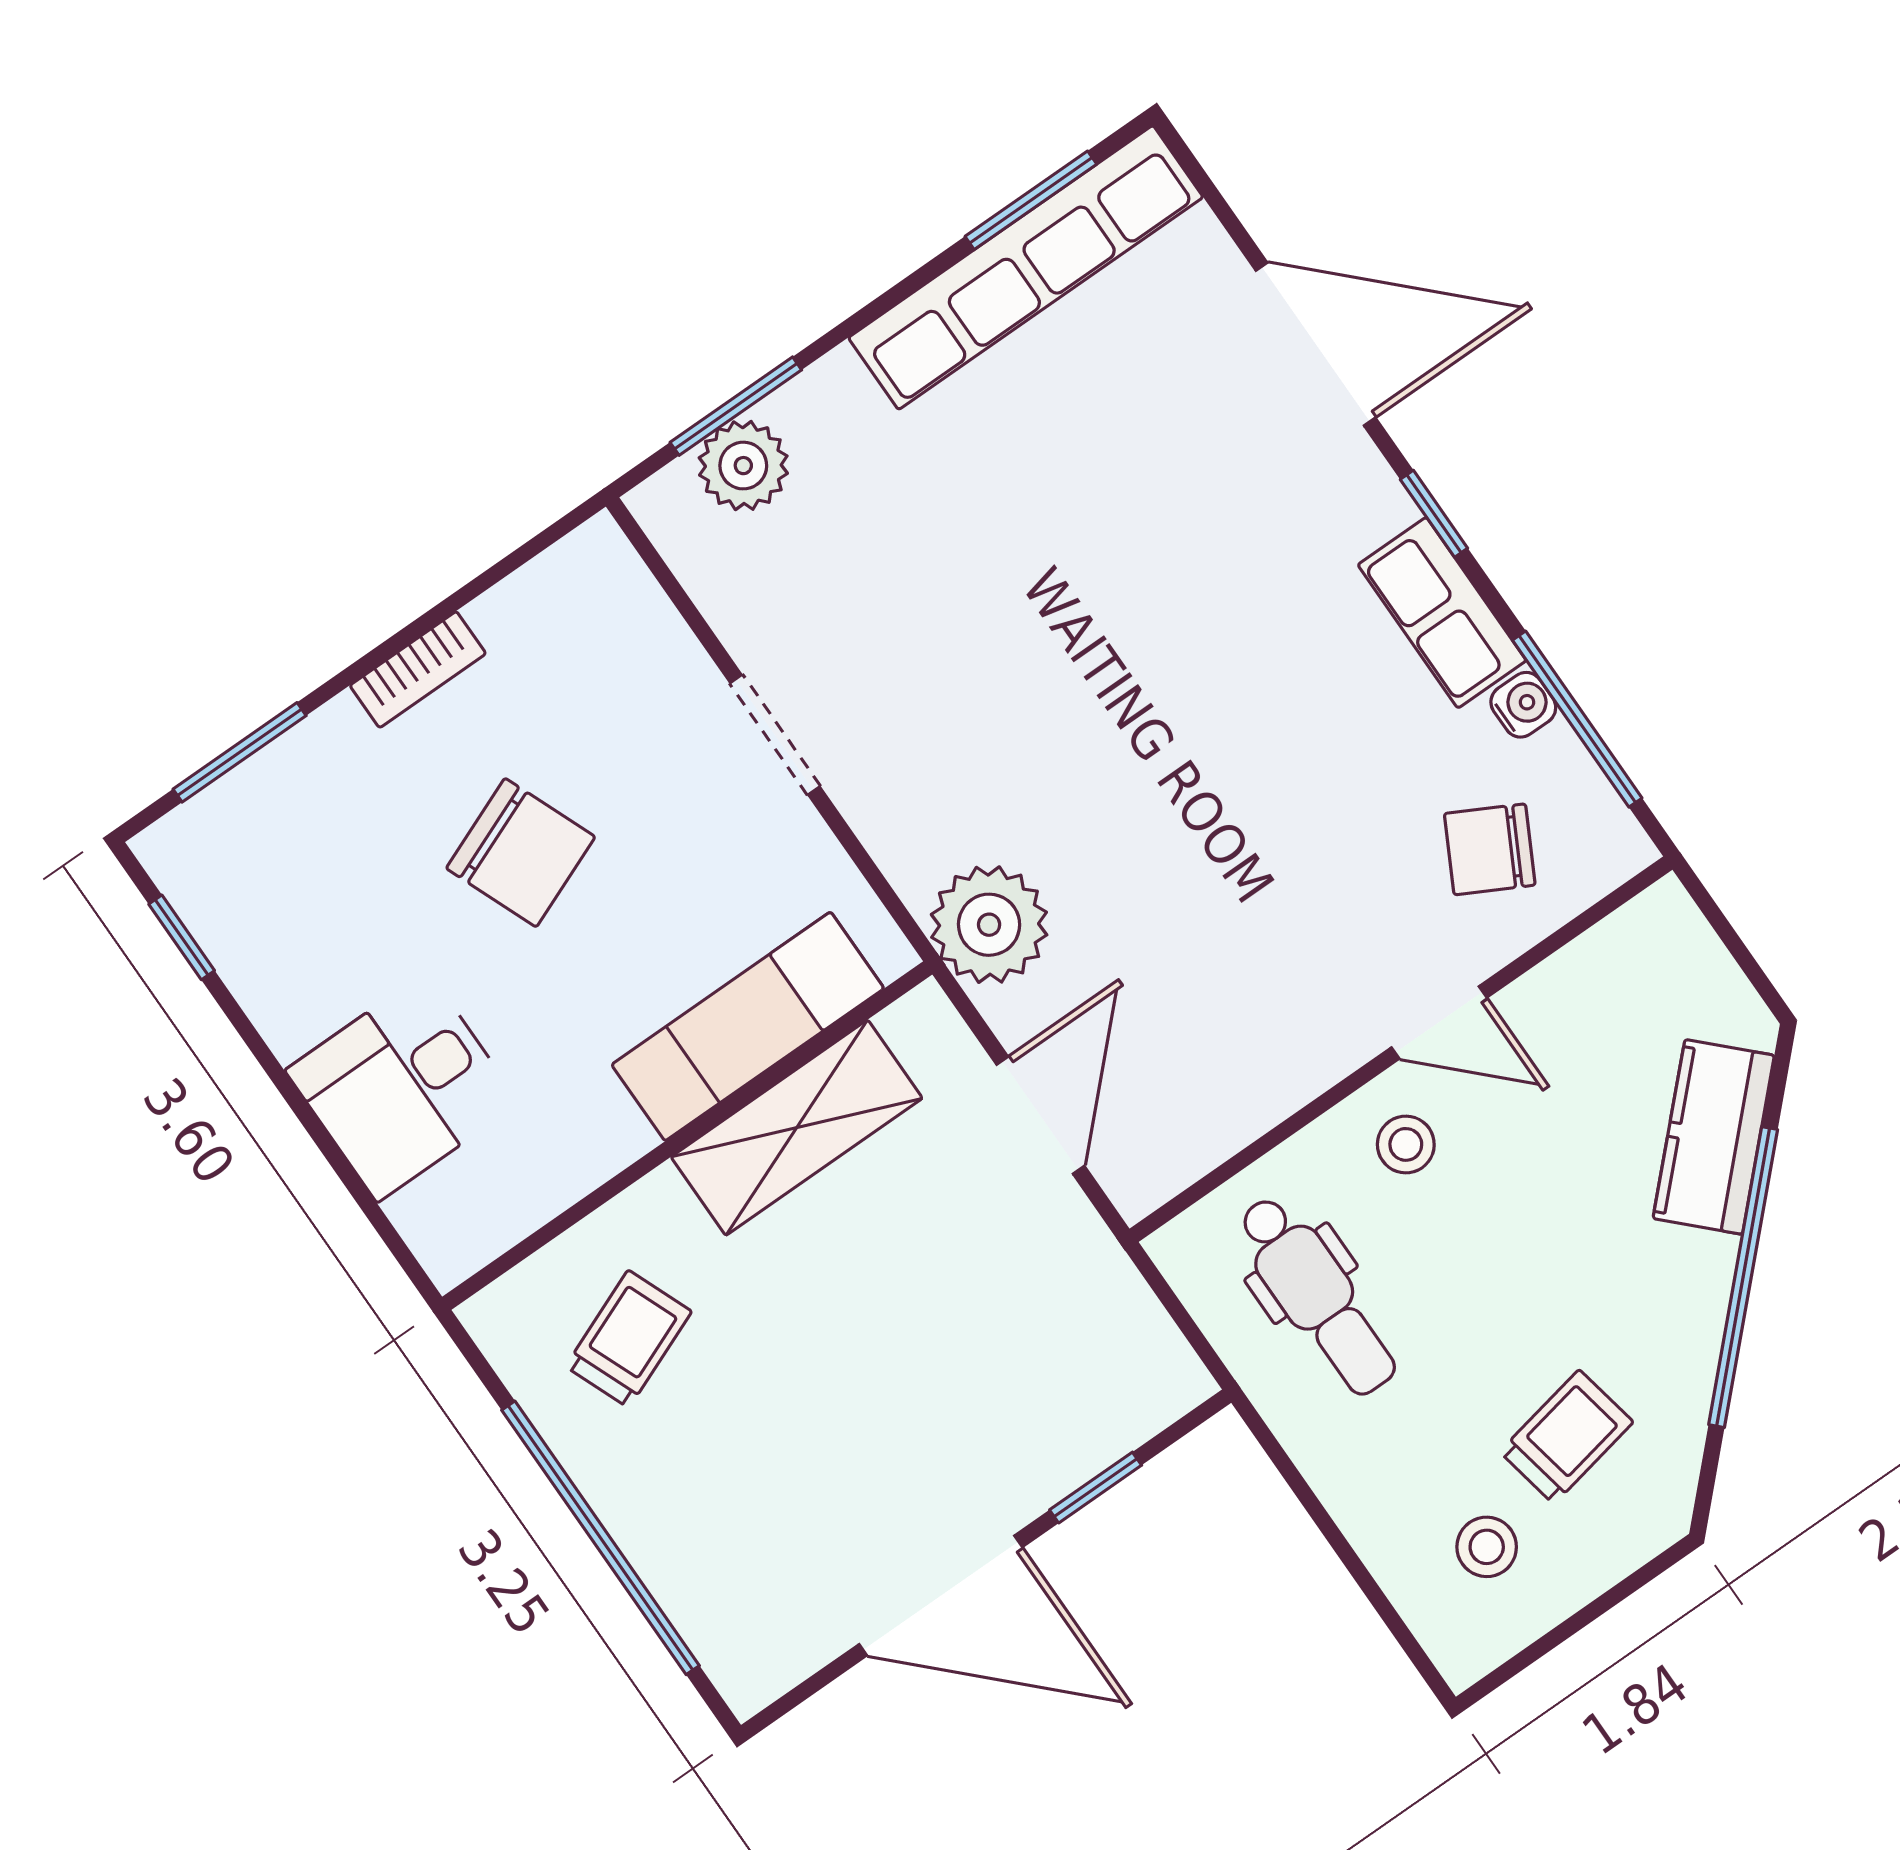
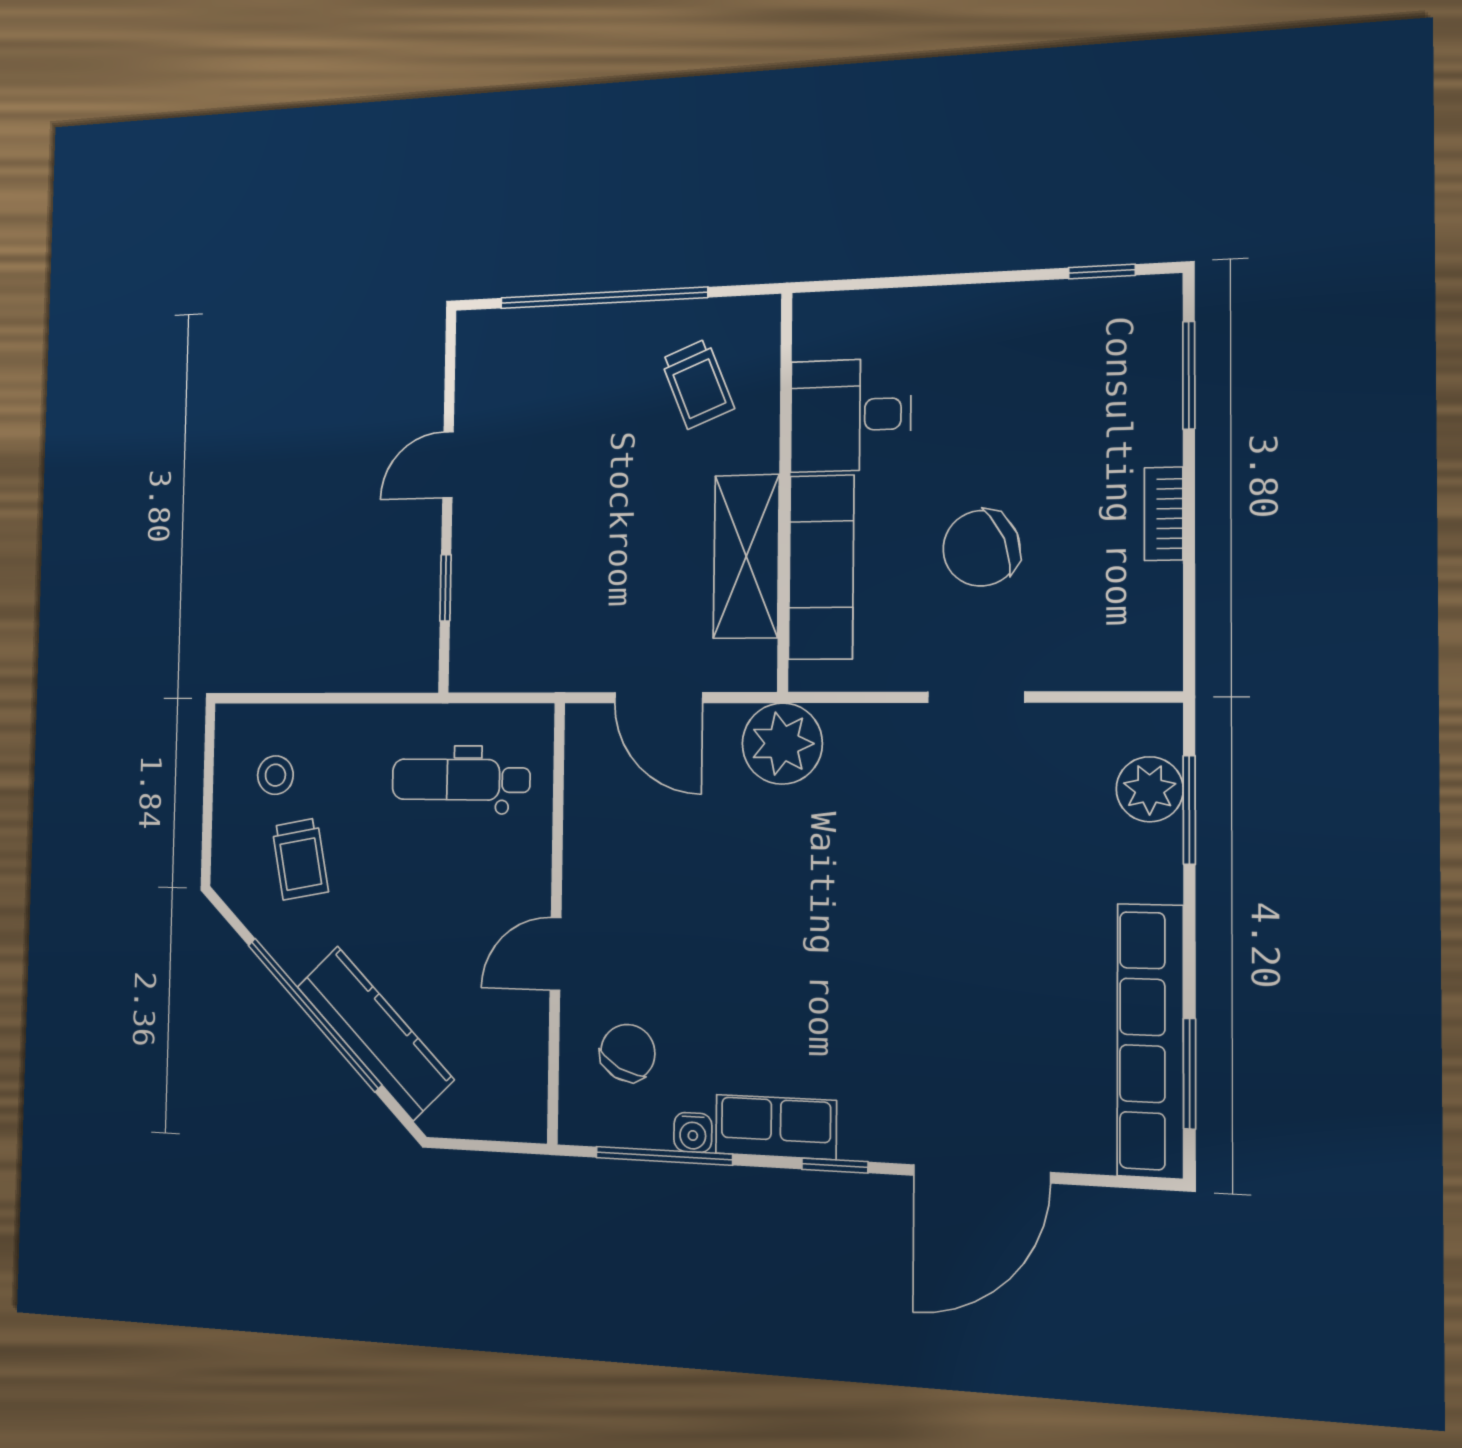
chair: (521, 853) -> (981, 548), moved
desk: (402, 1087) -> (850, 415), moved, turned -90
kitchen counter: (1714, 1137) -> (375, 1033), width x1.50
stool: (1406, 1144) -> (505, 887), removed
door: (941, 1596) -> (448, 465), width x0.53

